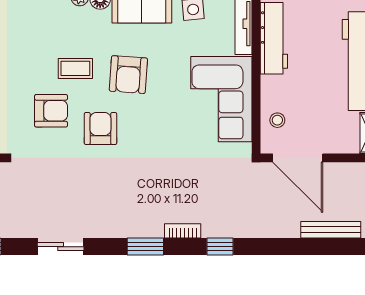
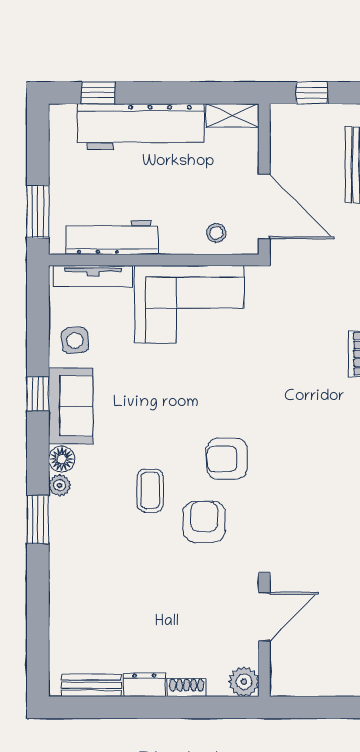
armchair: (128, 75) -> (158, 423), removed
door: (298, 158) -> (264, 207), hinge flipped

